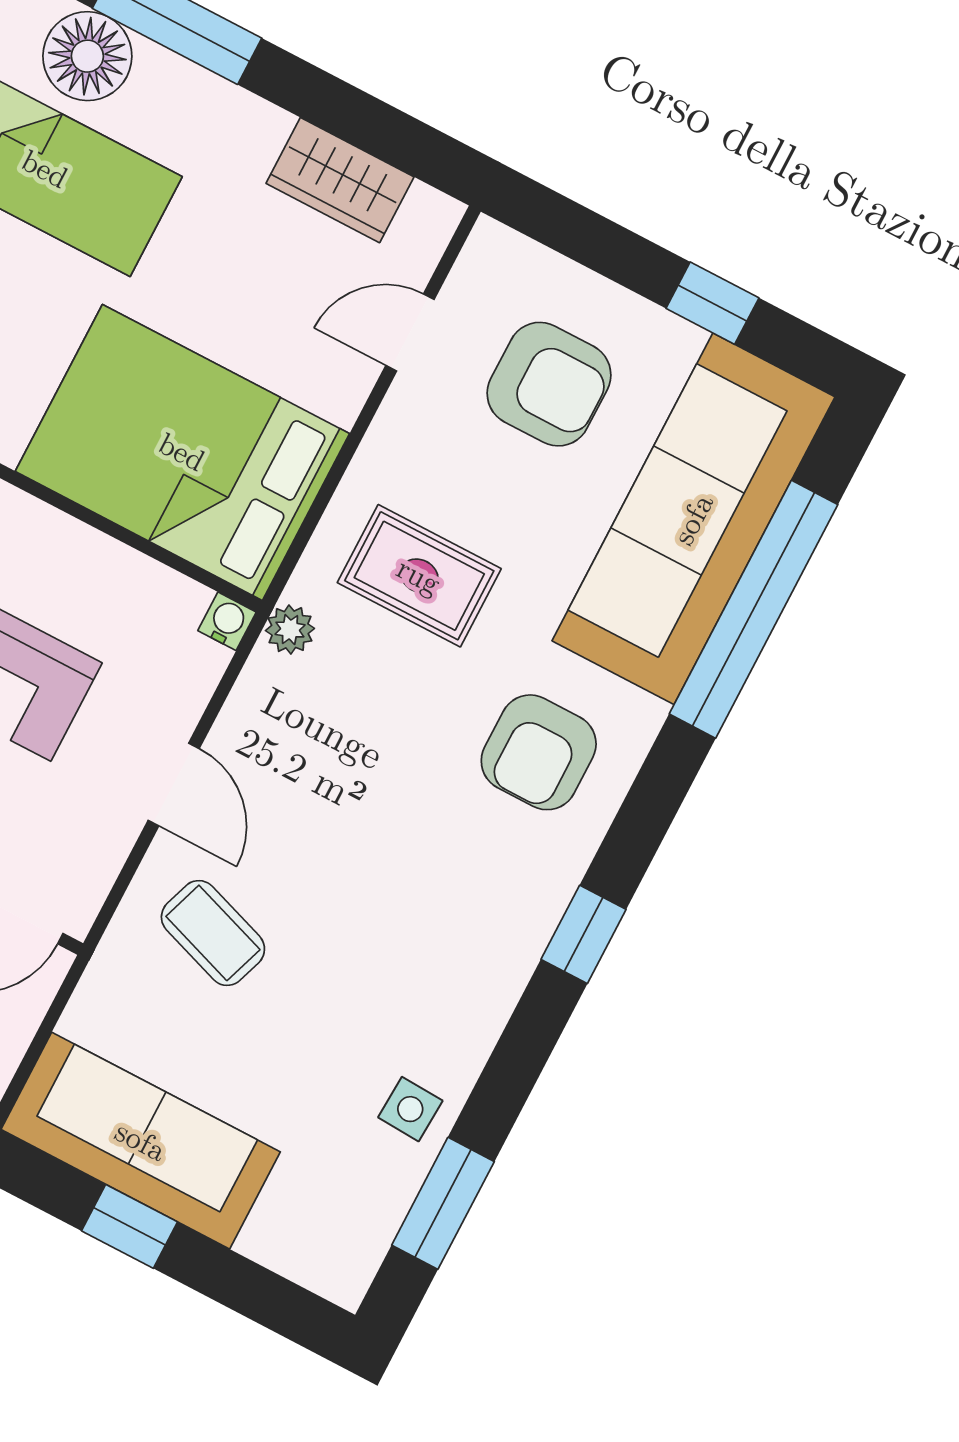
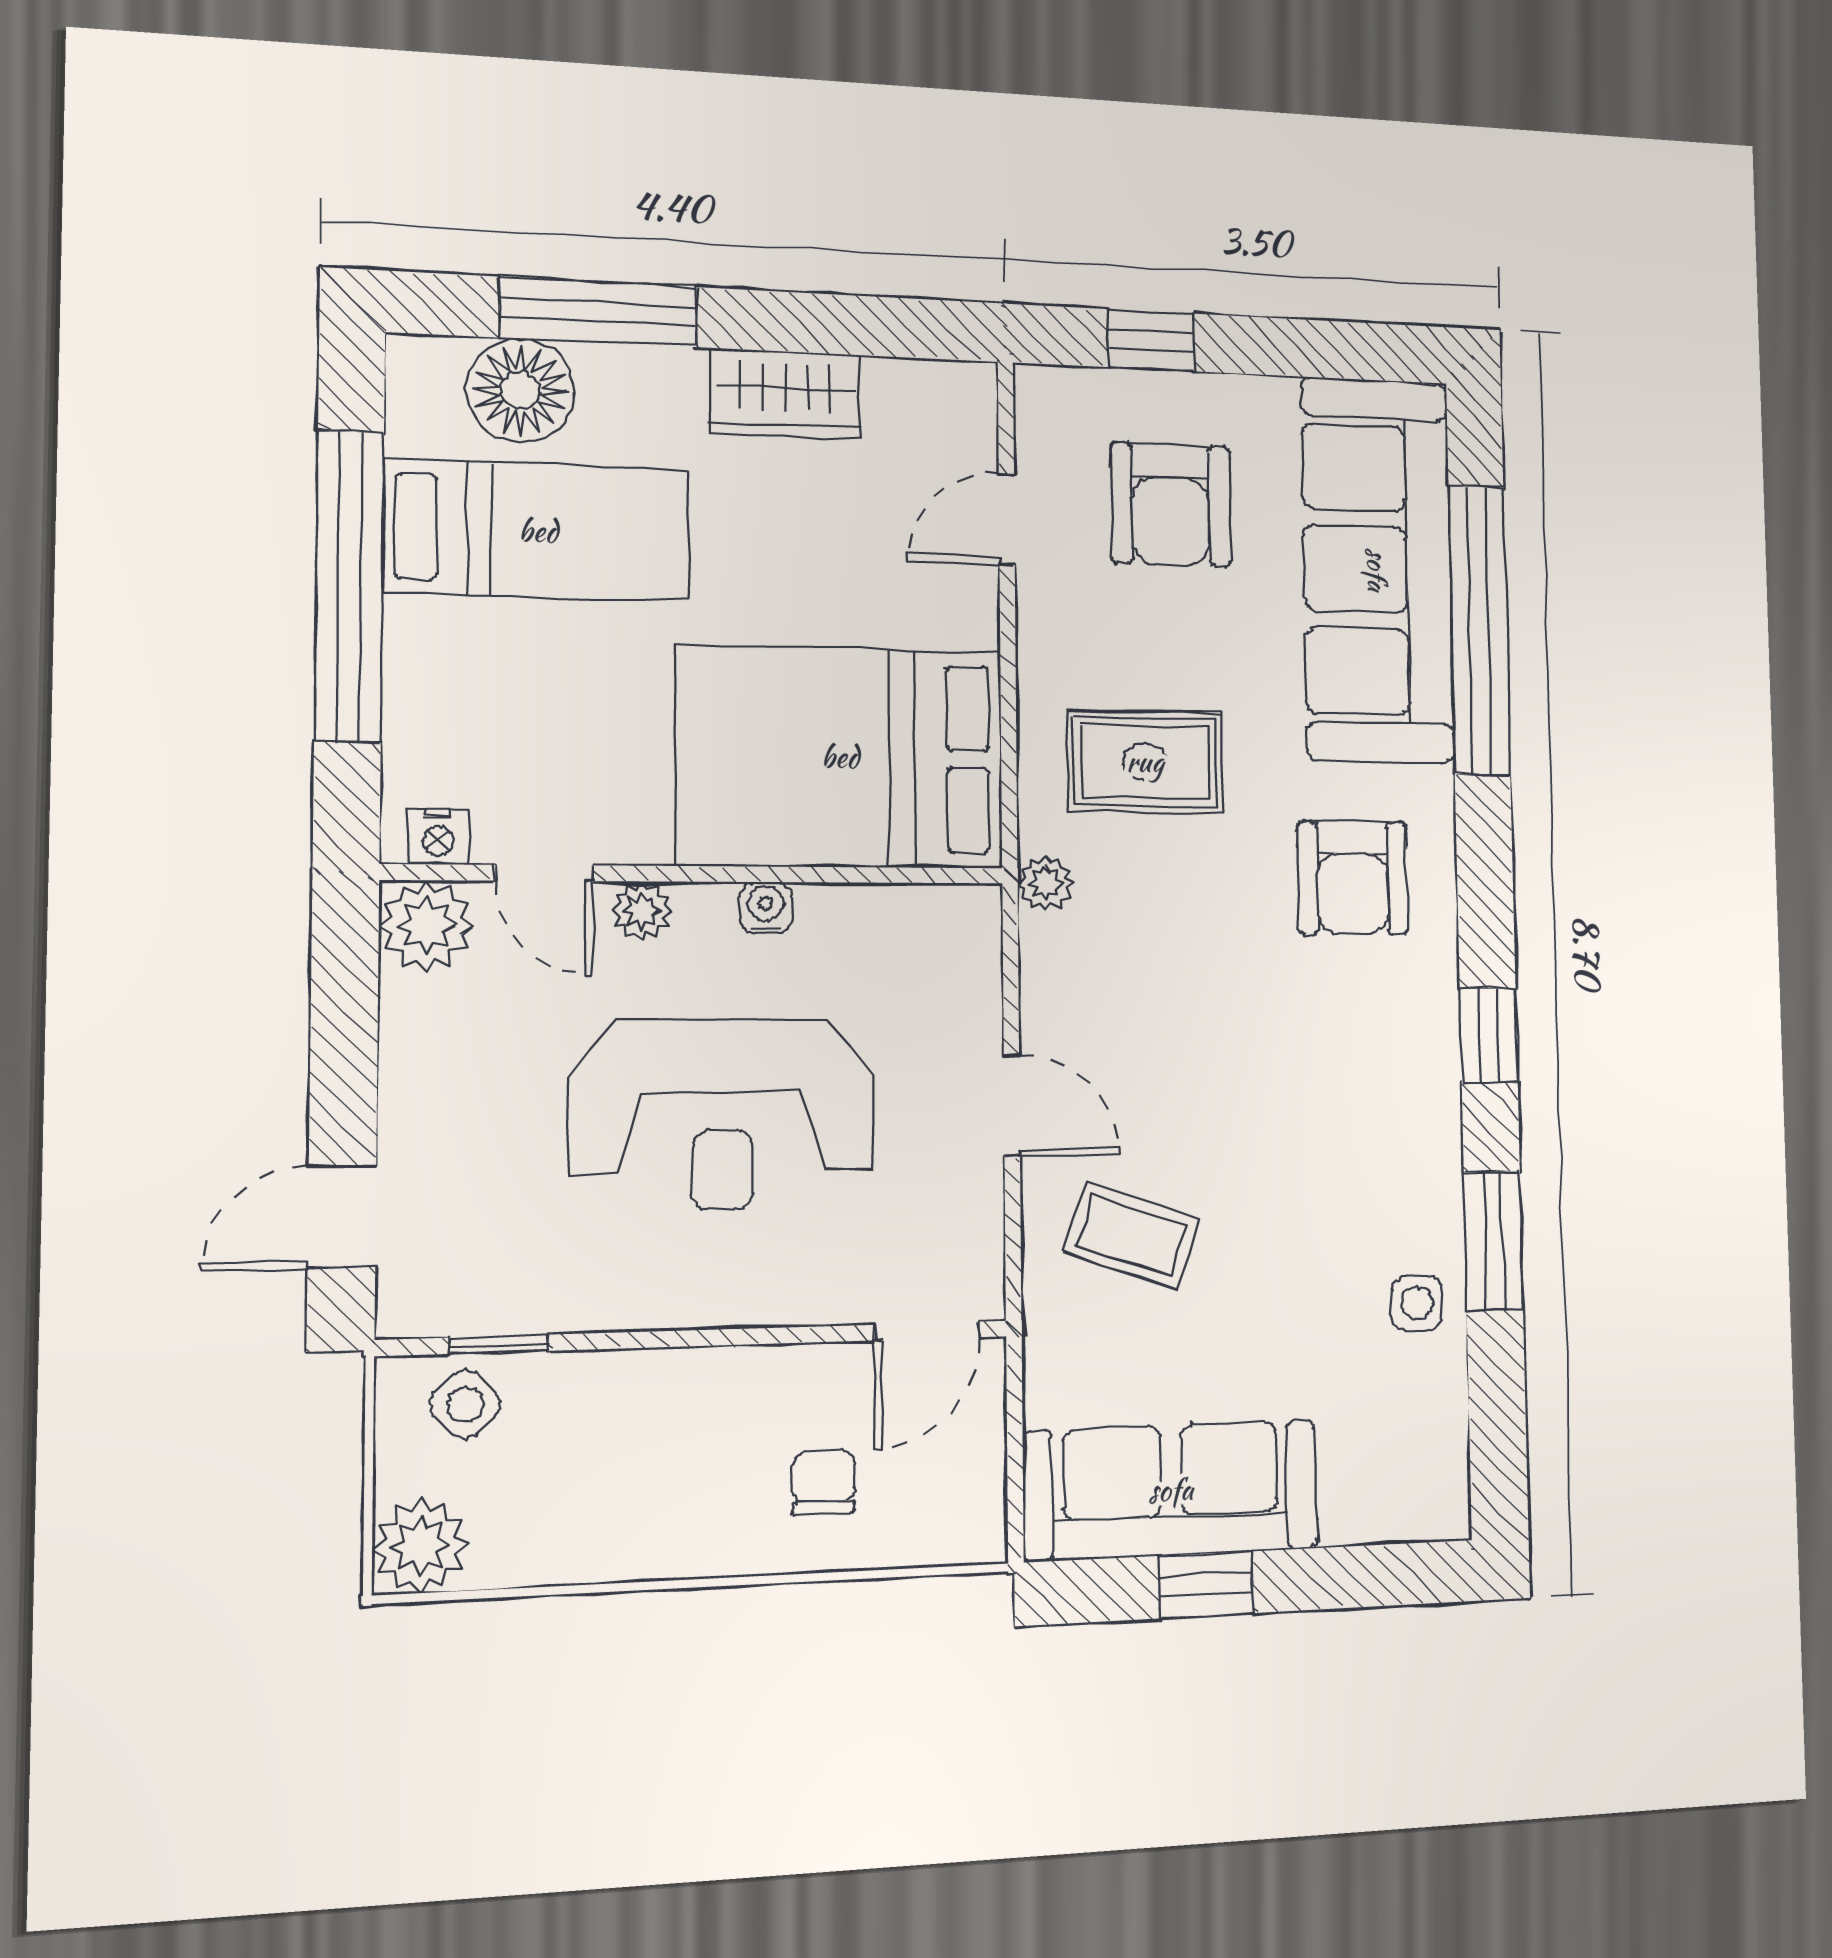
wardrobe: (340, 180) -> (785, 394), moved
window: (712, 303) -> (1151, 340), moved
armchair: (549, 384) -> (1171, 504), turned 90
water cooler: (227, 621) -> (766, 908), moved
window: (443, 1203) -> (1493, 1241), moved

